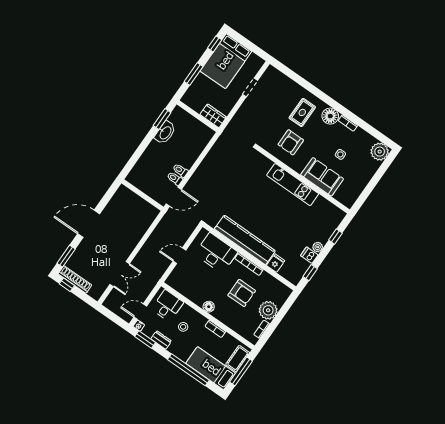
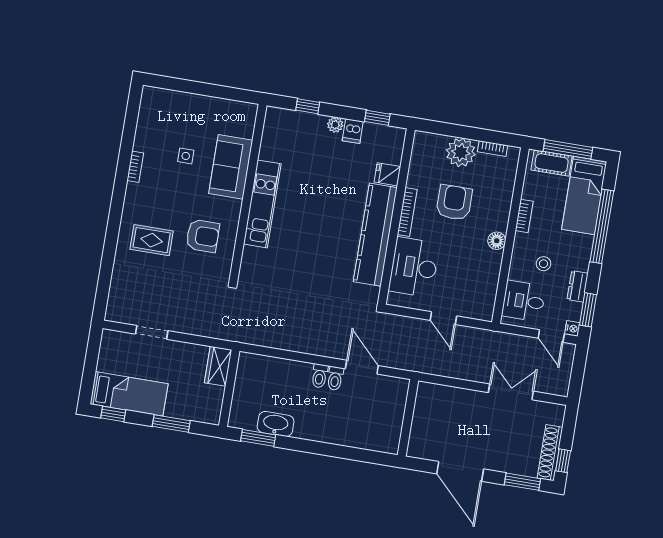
bed: (226, 61) -> (129, 394), width x0.67
floor lamp: (330, 116) -> (137, 197), removed
plant: (380, 152) -> (155, 101), removed
wall: (143, 195) -> (408, 418), moved

